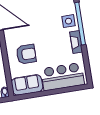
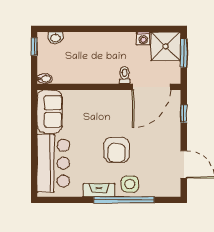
armchair: (26, 54) -> (117, 150), moved

